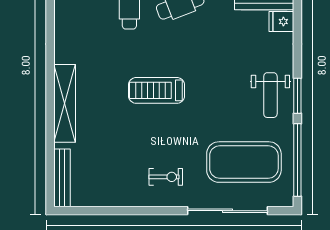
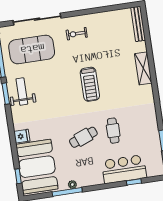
treadmill: (157, 90) -> (90, 84), turned 90
shelving: (65, 103) -> (143, 68), width x0.68

